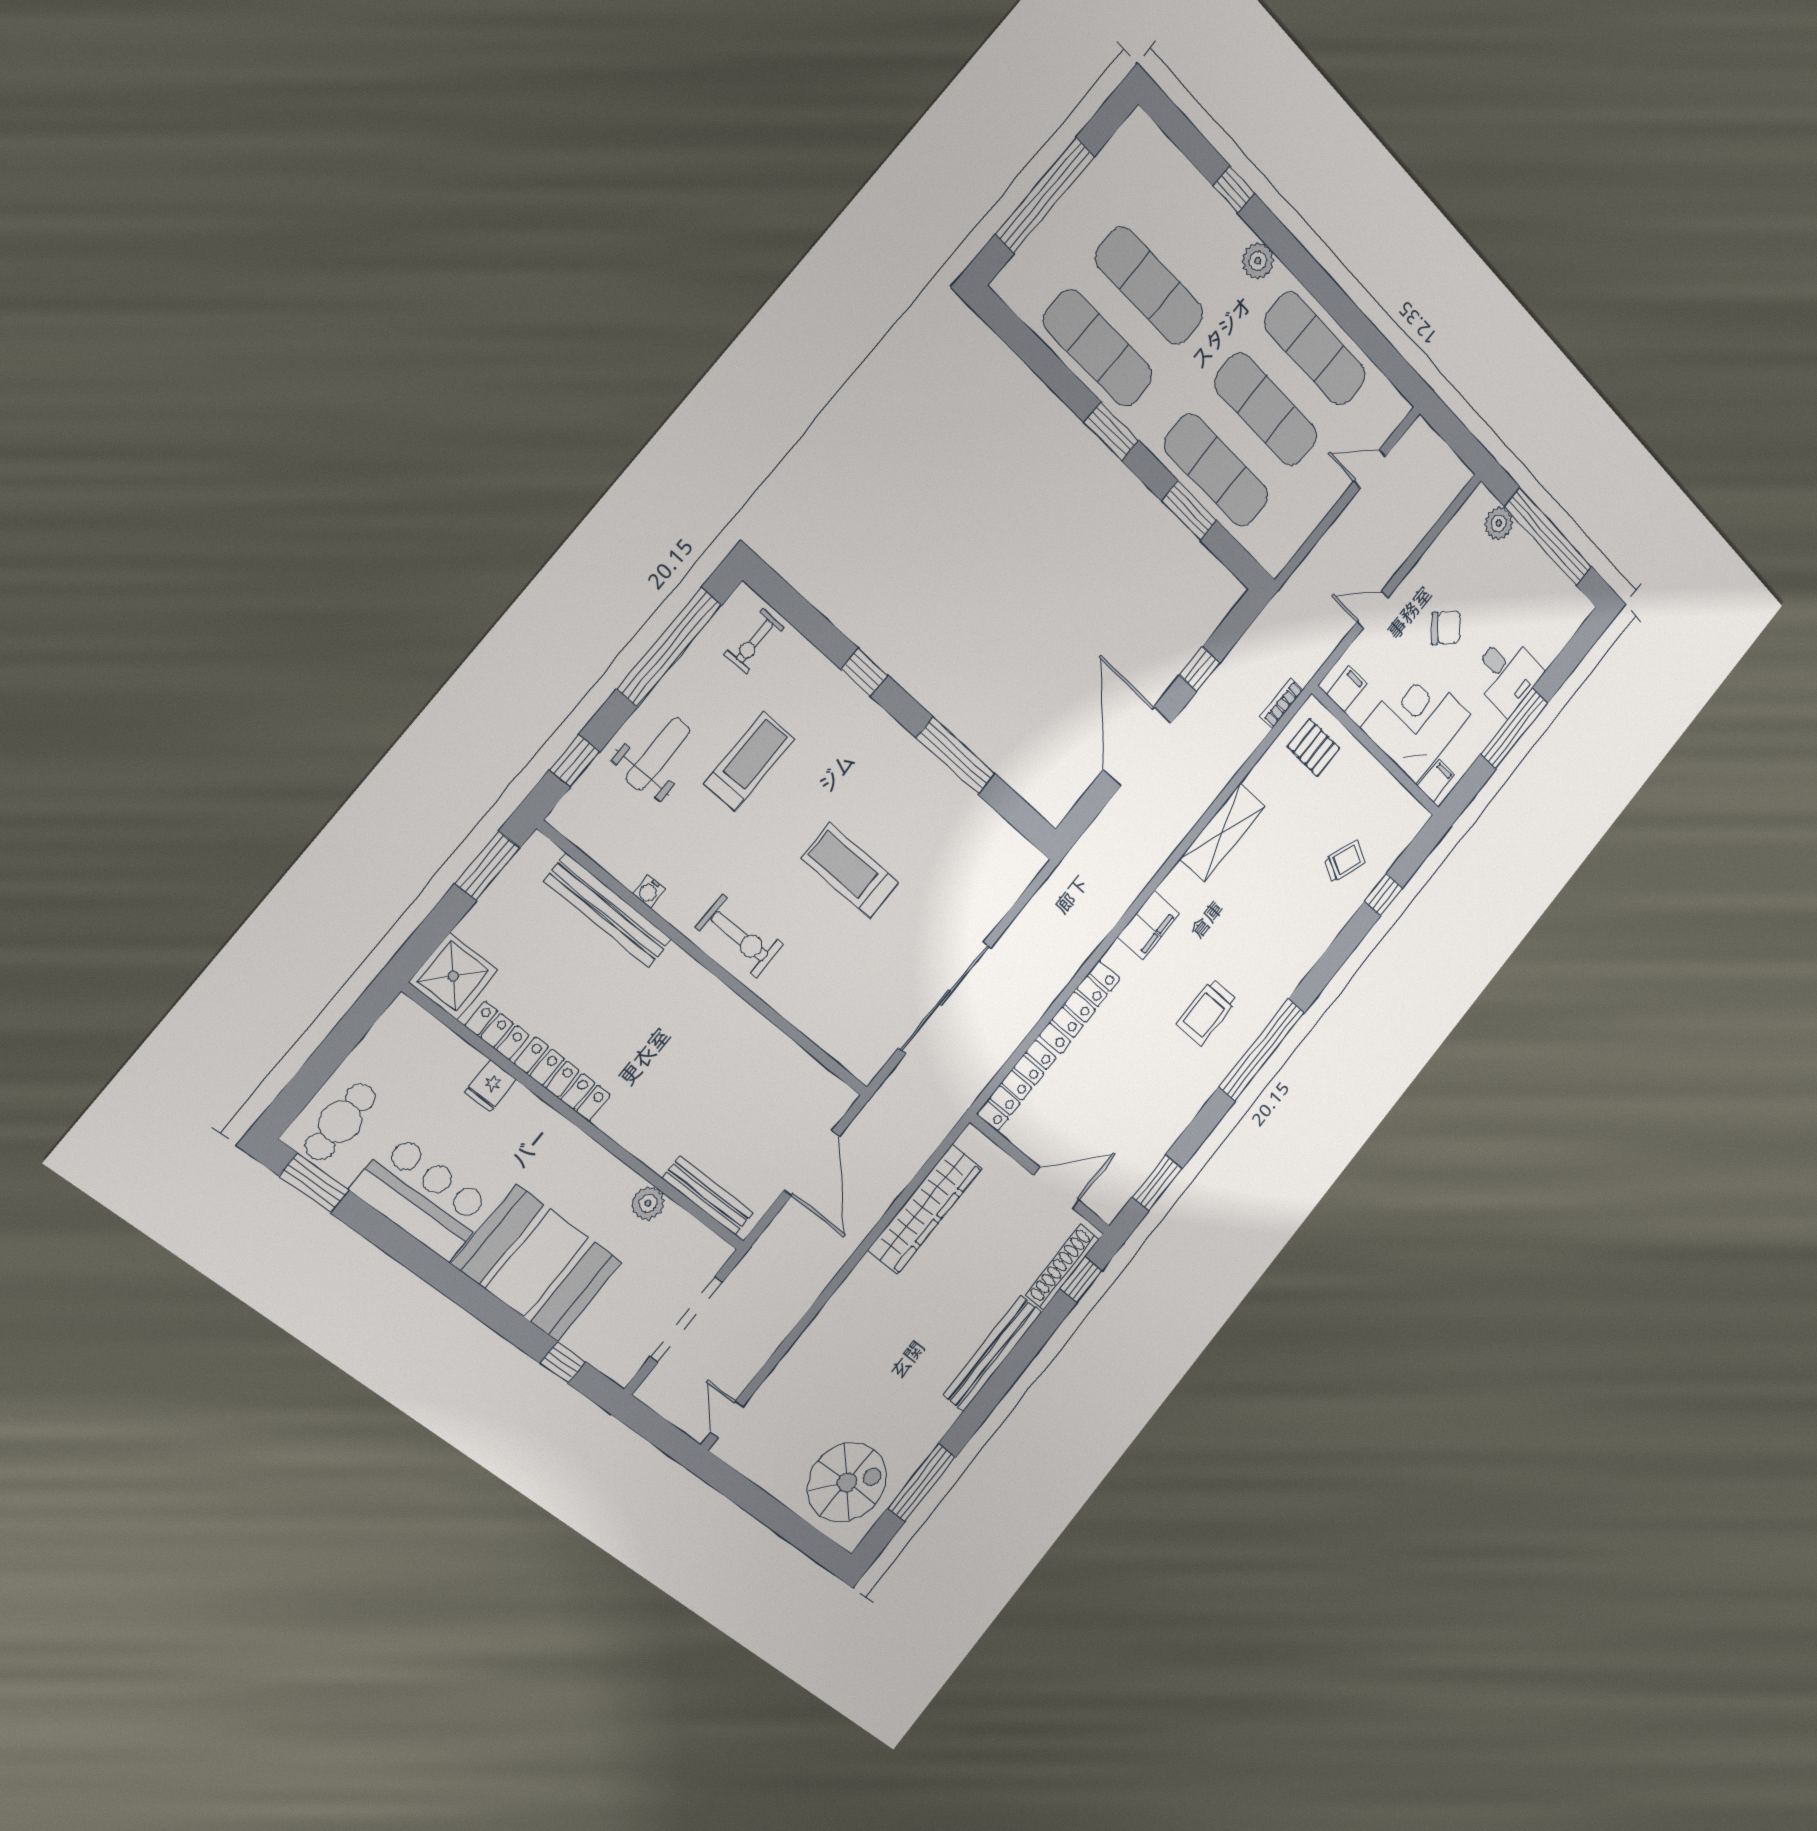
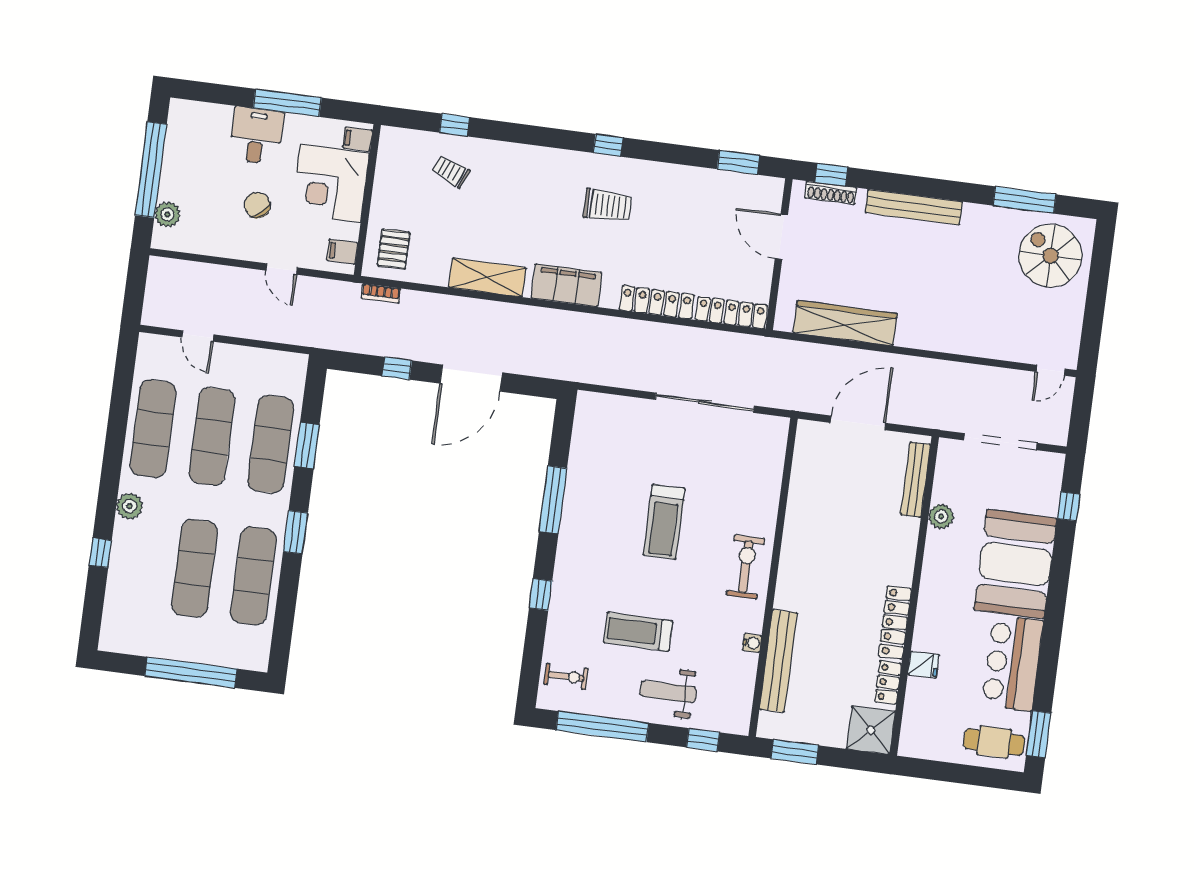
filing cabinet: (1148, 926) -> (566, 285), width x1.50, depth x1.17
window: (1262, 1050) -> (608, 145), width x0.32
shoe rack: (1062, 1267) -> (831, 193), width x0.74, depth x0.81

